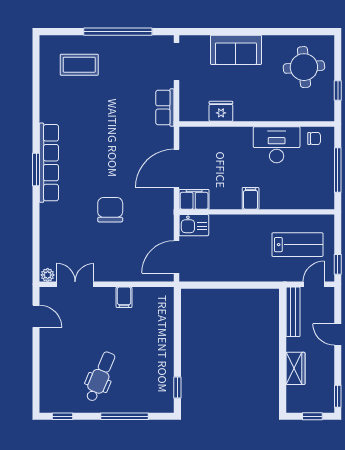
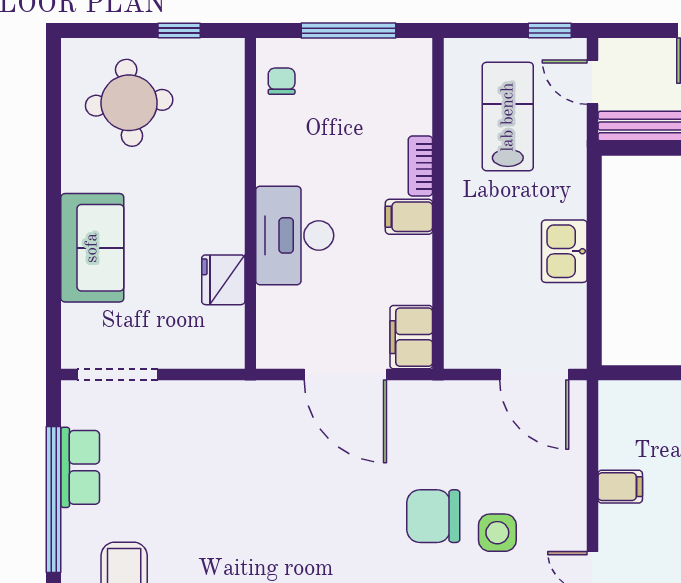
row of seats: (165, 107) -> (80, 467), moved, turned -90
desk: (277, 145) -> (295, 235), moved
bookcase: (274, 204) -> (420, 166), added
kitchen sink: (194, 225) -> (564, 251), moved, turned 180
side table: (102, 240) -> (497, 533), added

